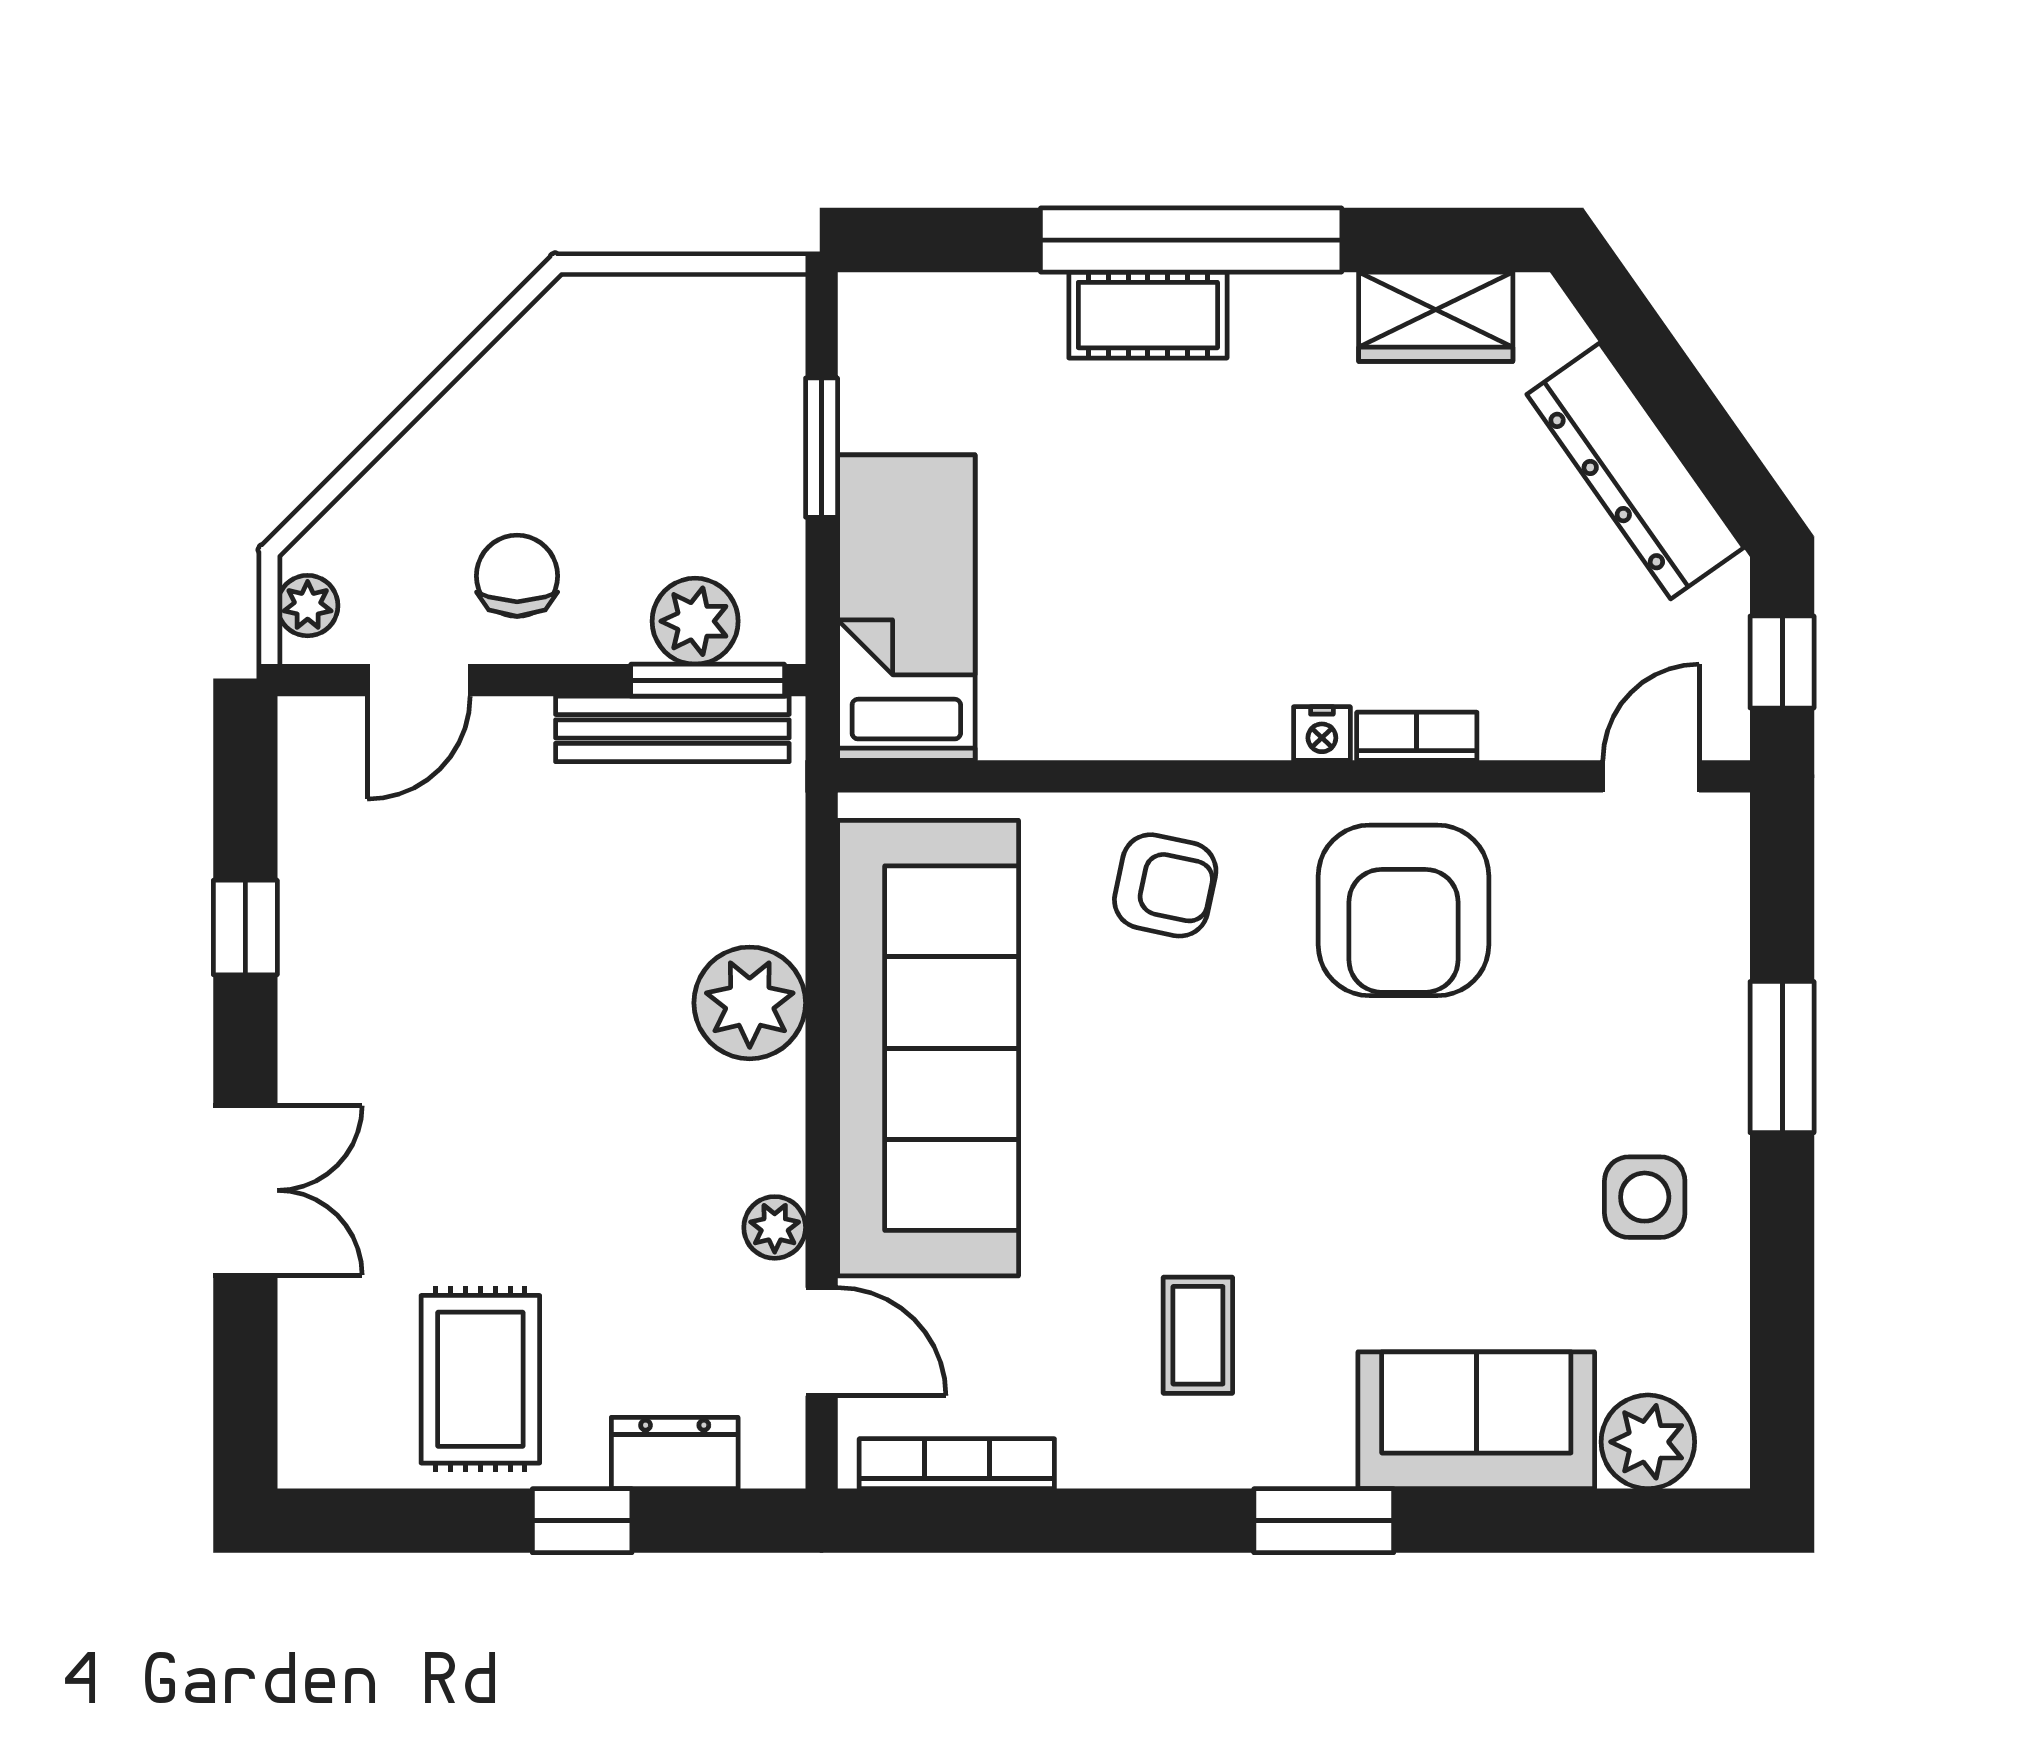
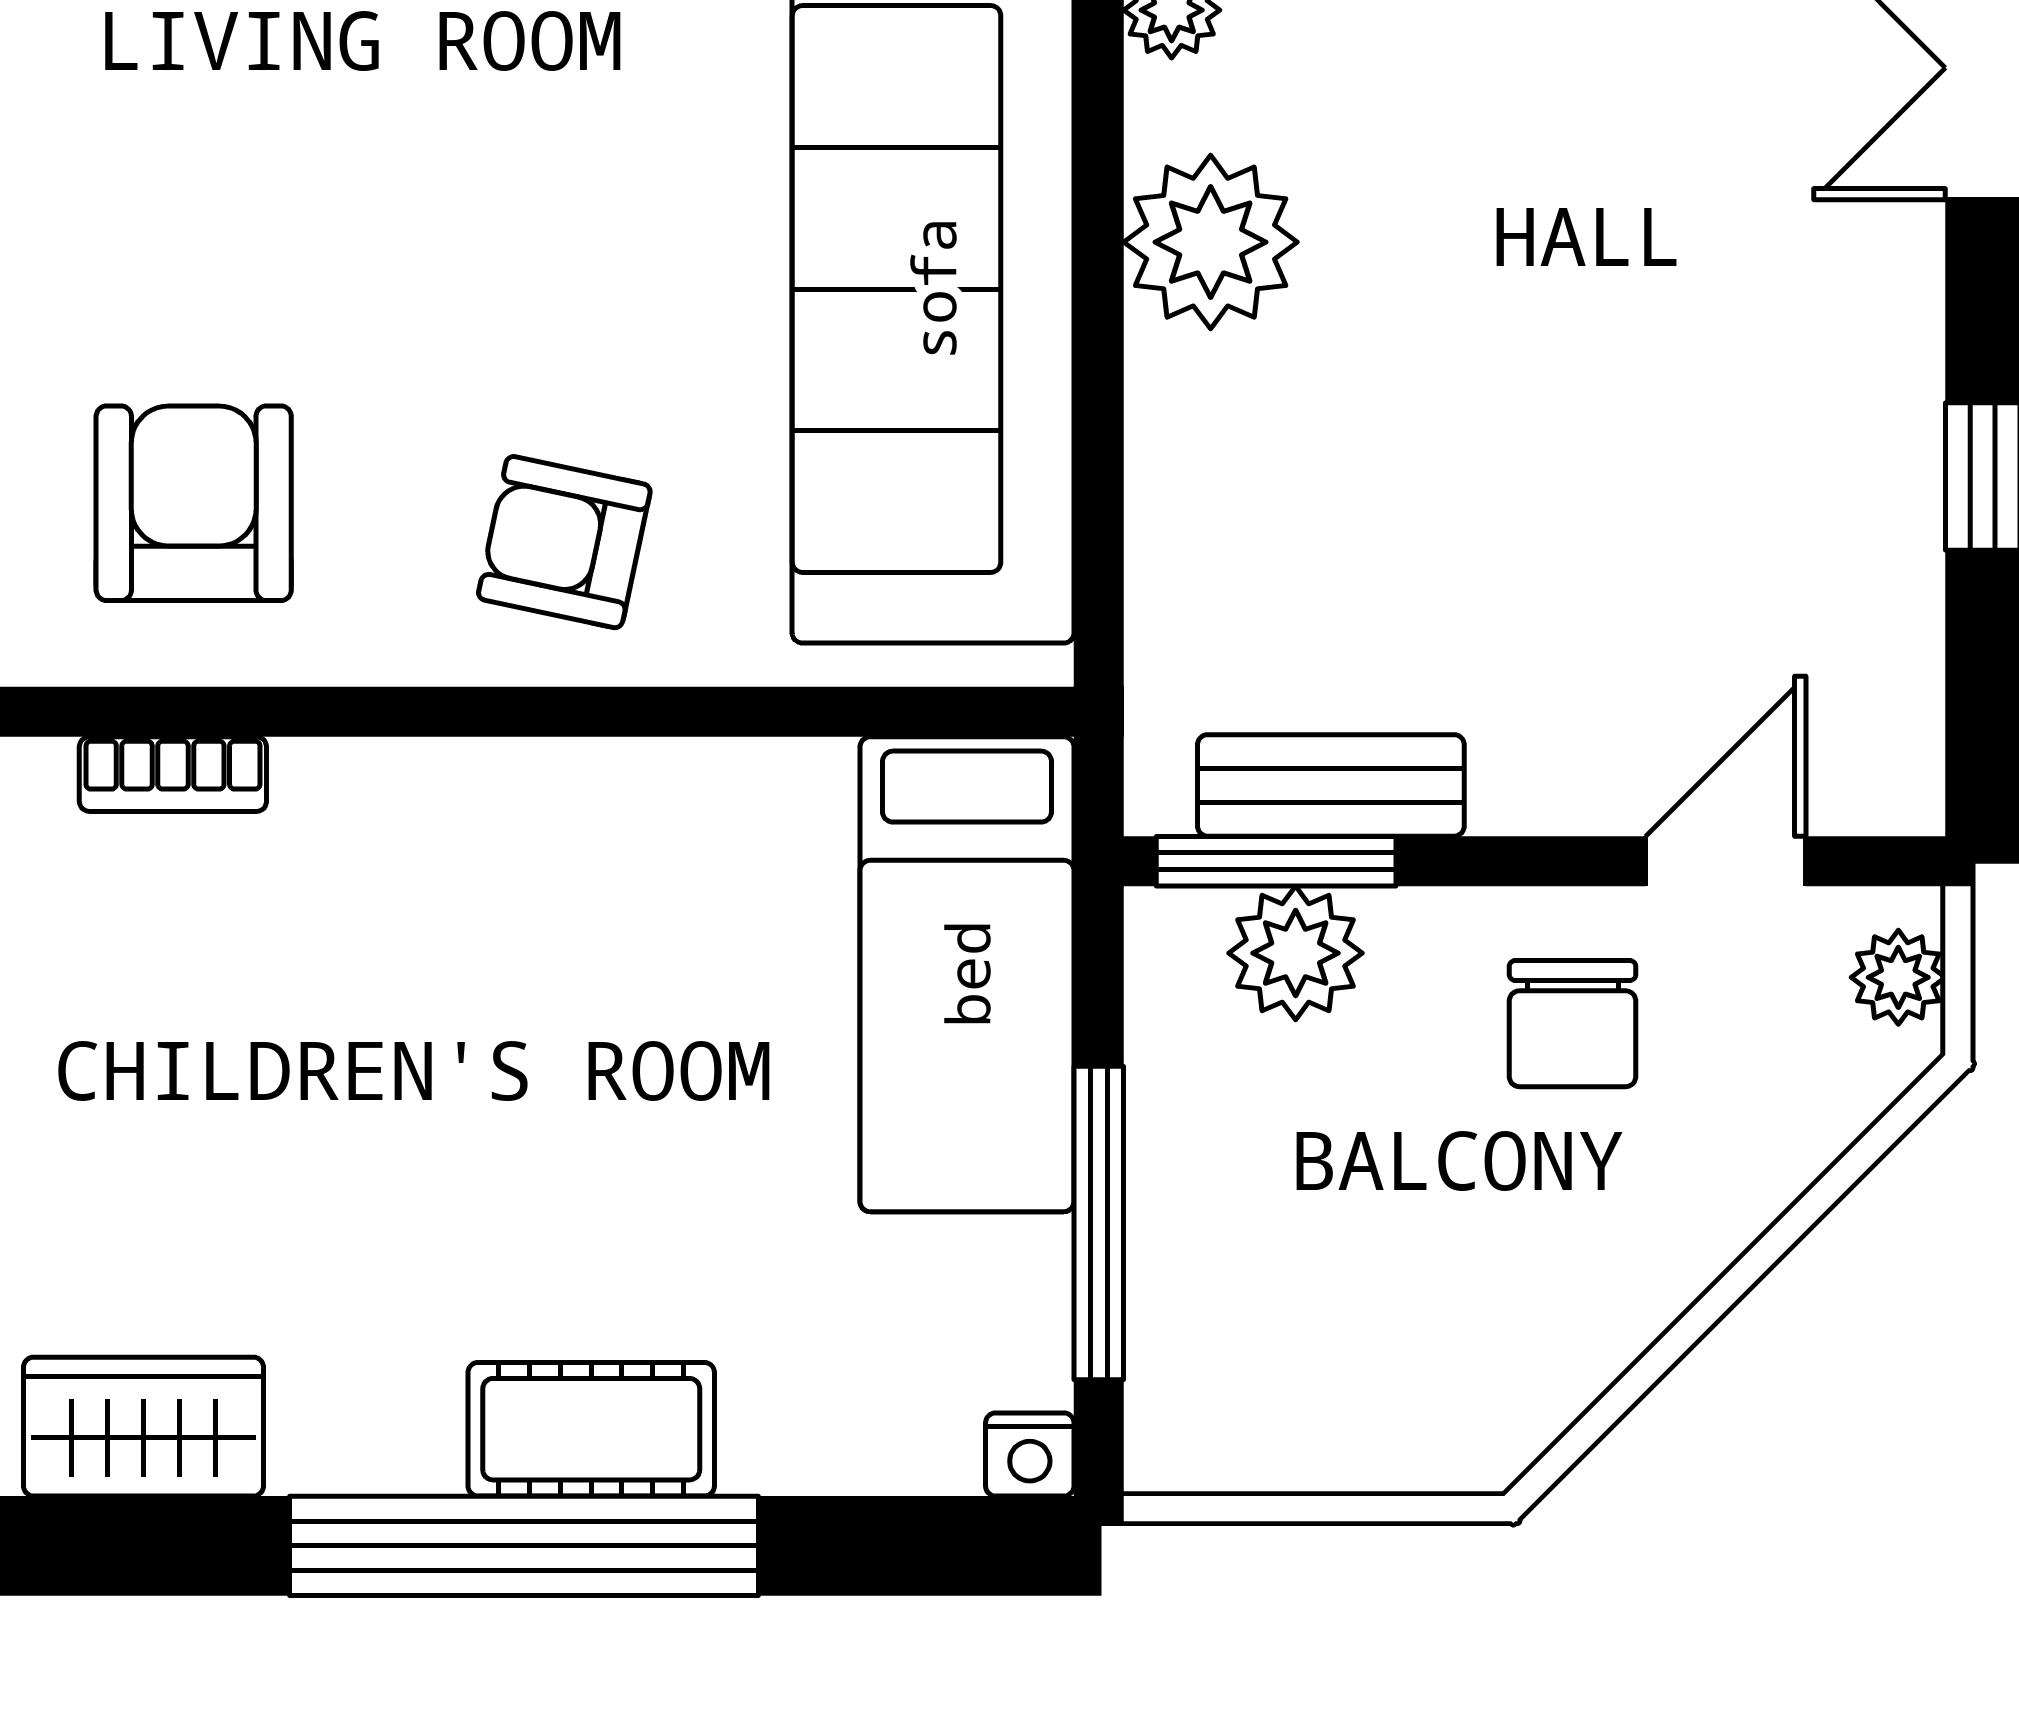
window: (822, 448) -> (1099, 1223), width x1.44
bench: (672, 729) -> (1331, 785), width x0.73
nightstand: (1322, 733) -> (1030, 1454), moved, turned 180
armchair: (1404, 910) -> (194, 503), width x0.73, depth x0.73
plant: (750, 1003) -> (1211, 242), moved

